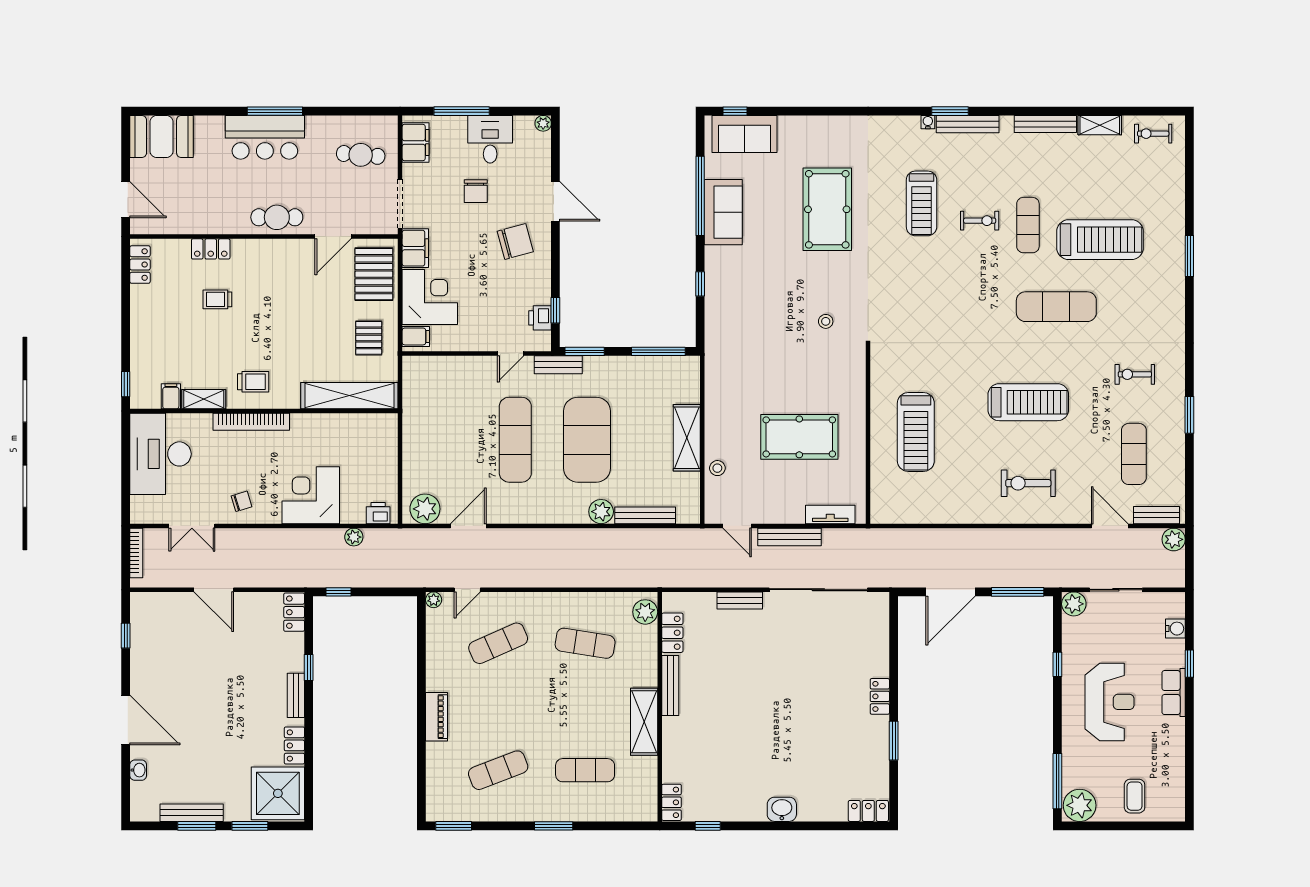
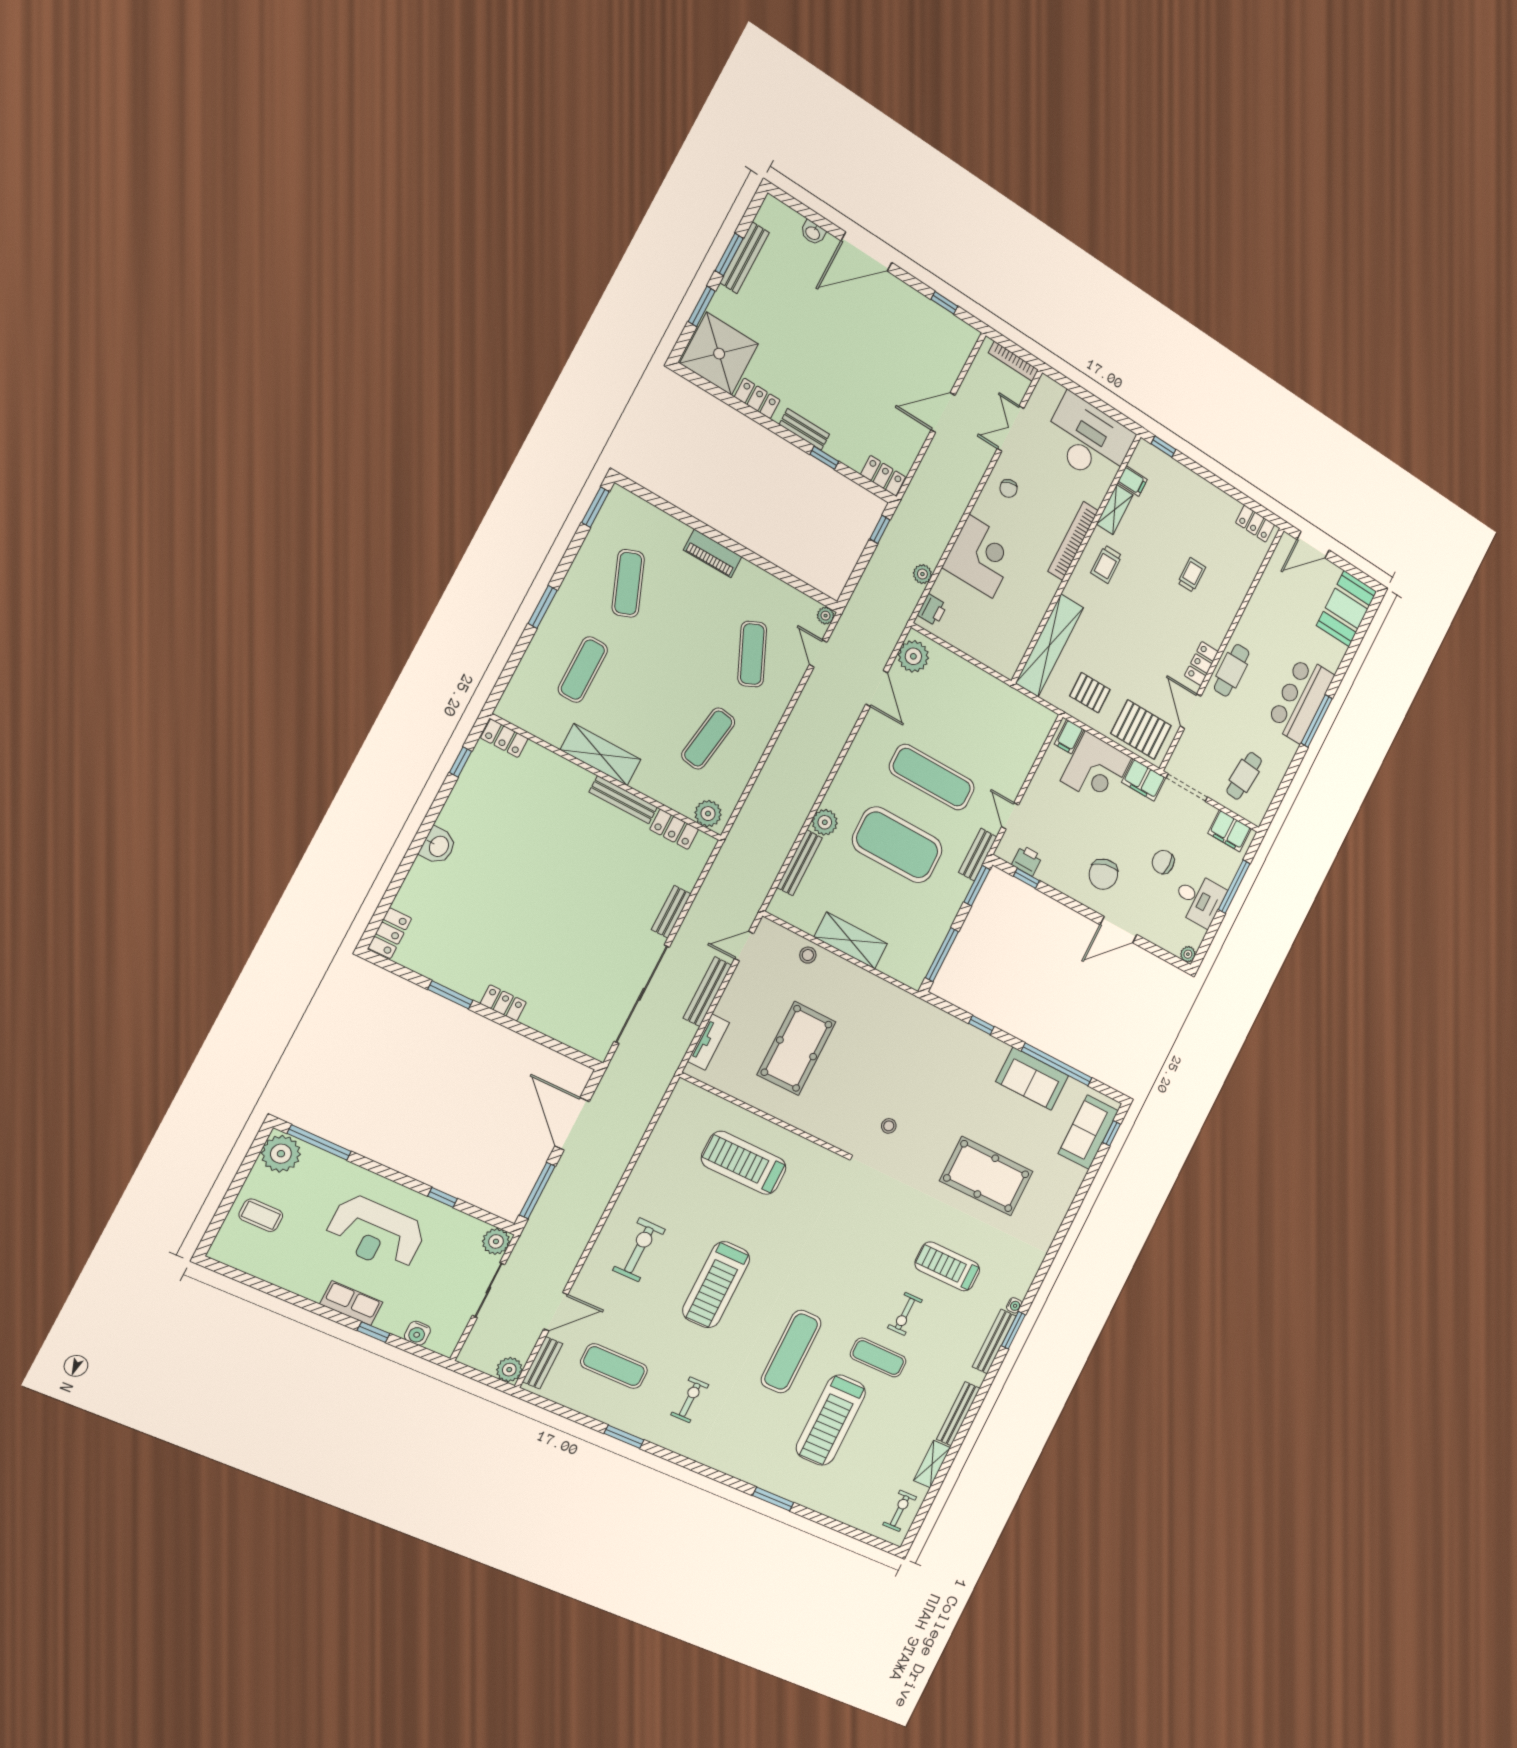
locker: (211, 249) -> (1201, 664), moved

